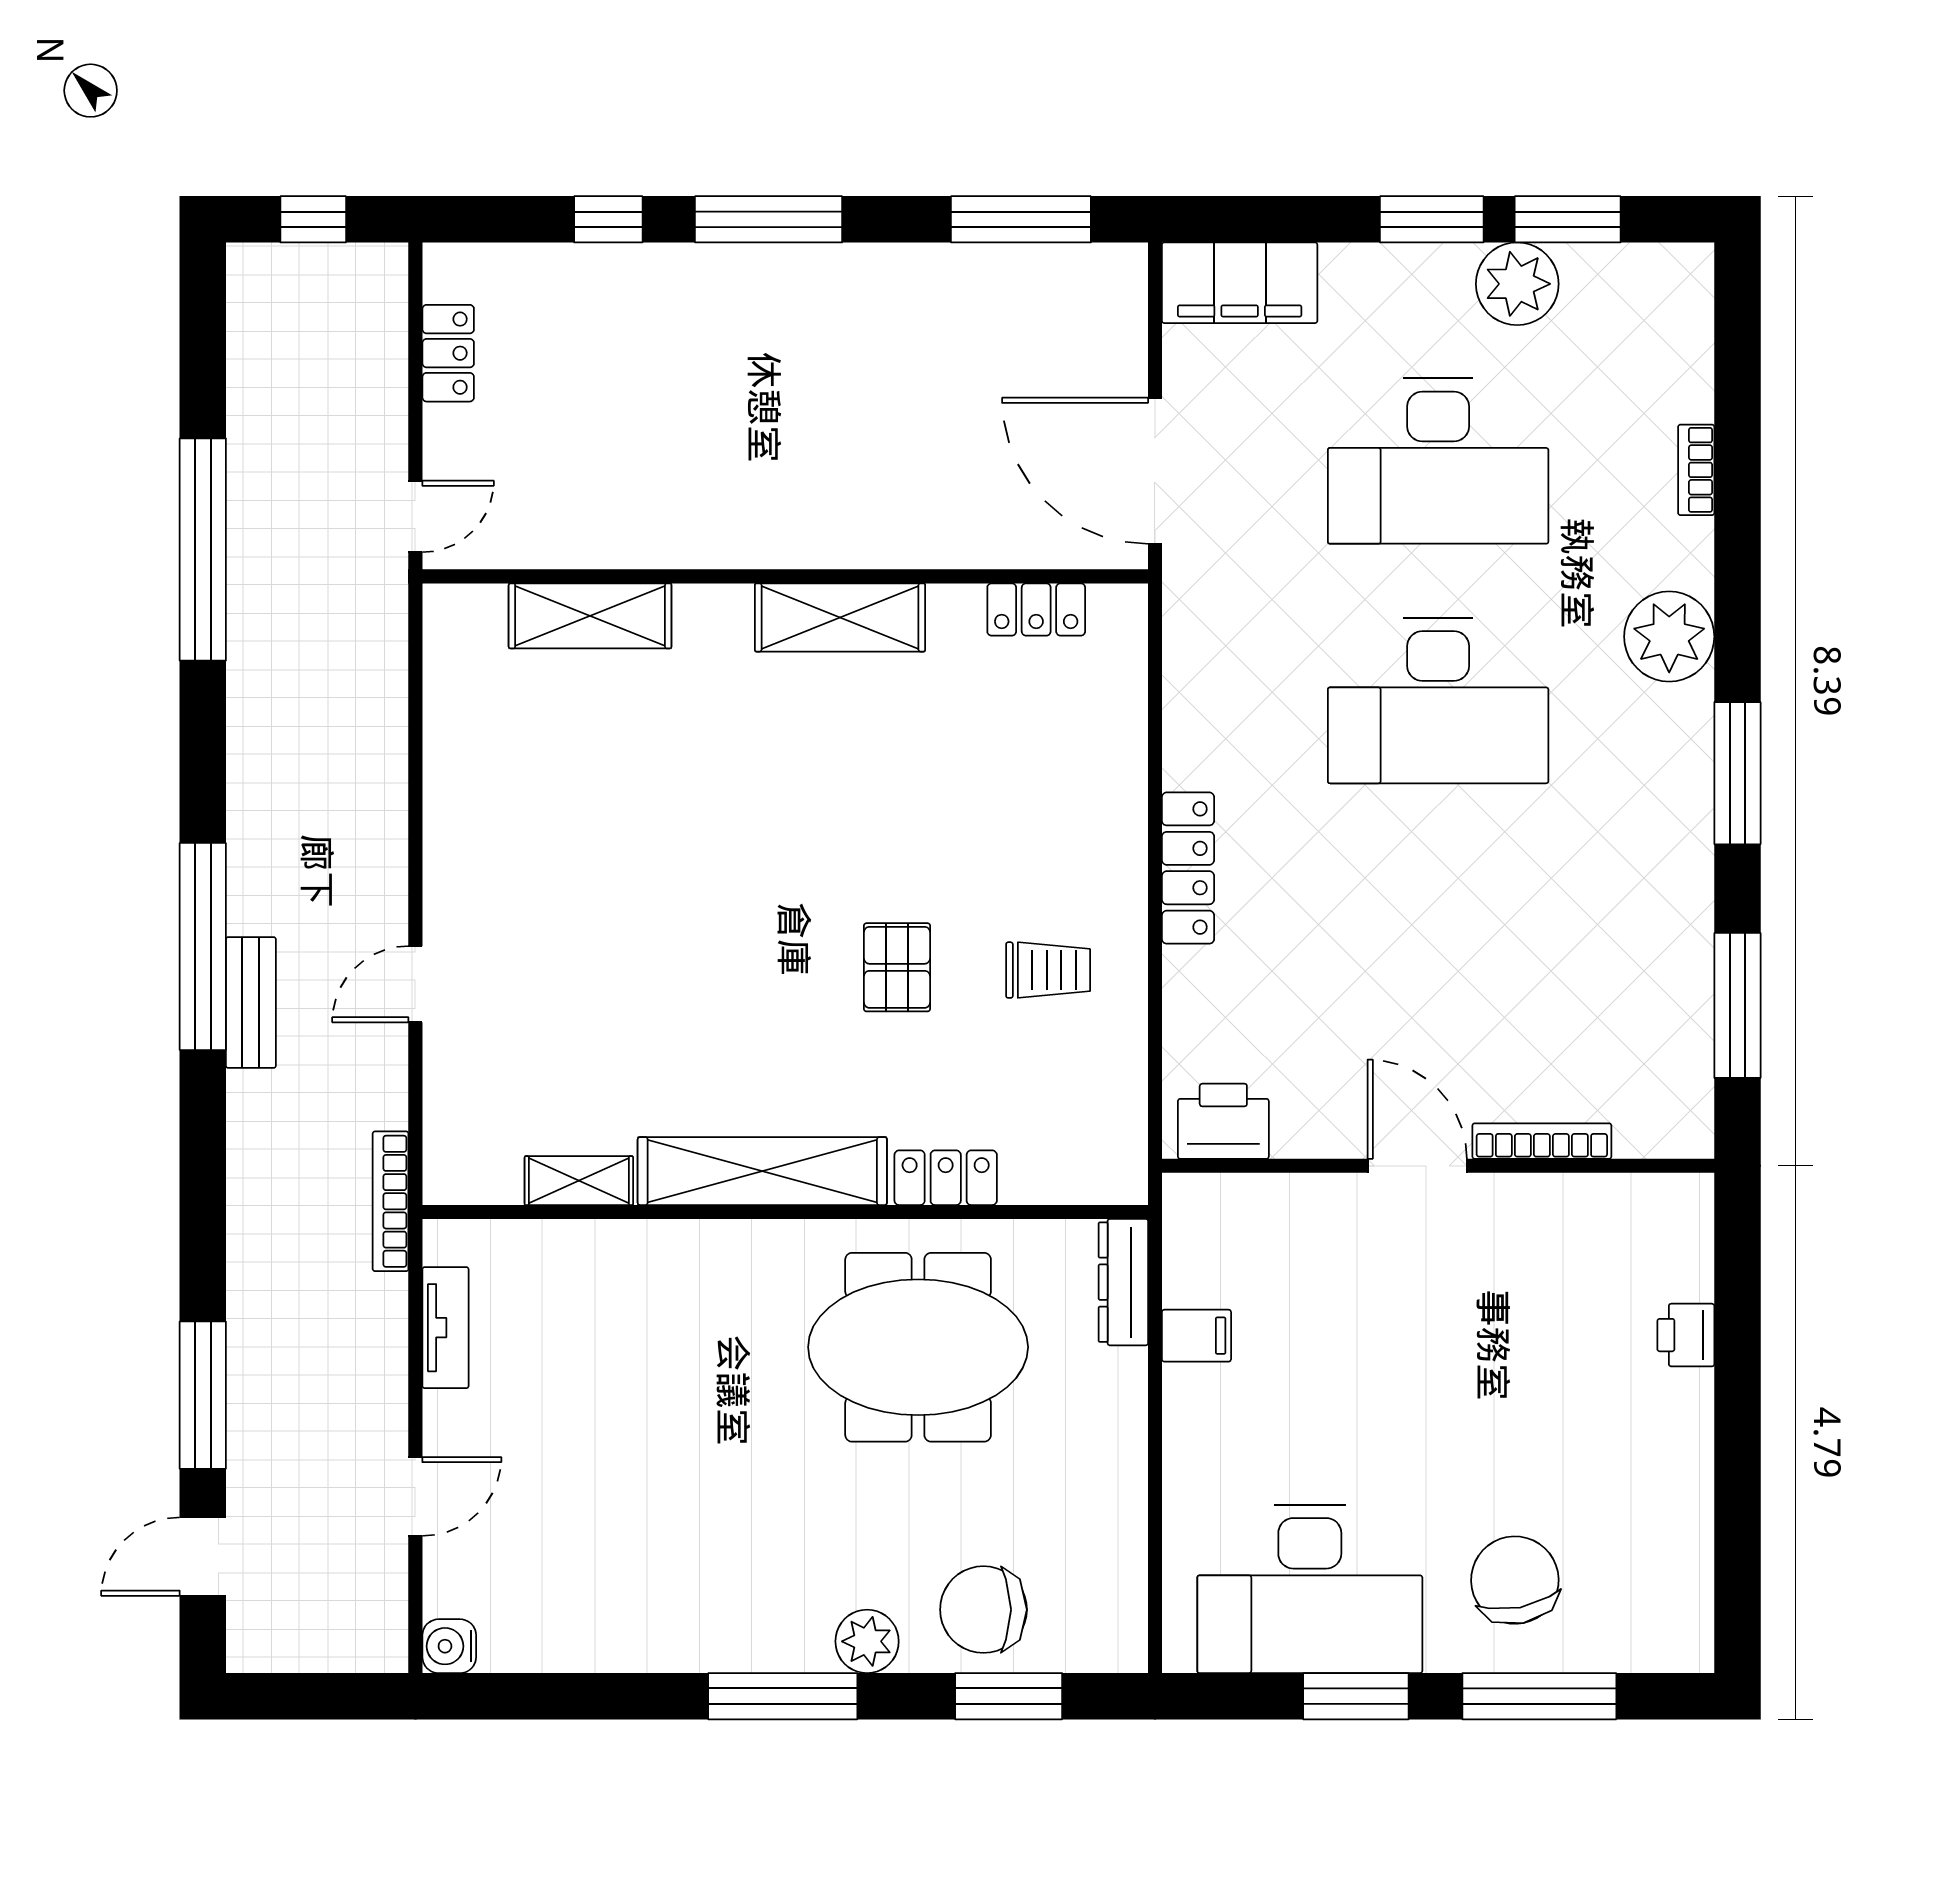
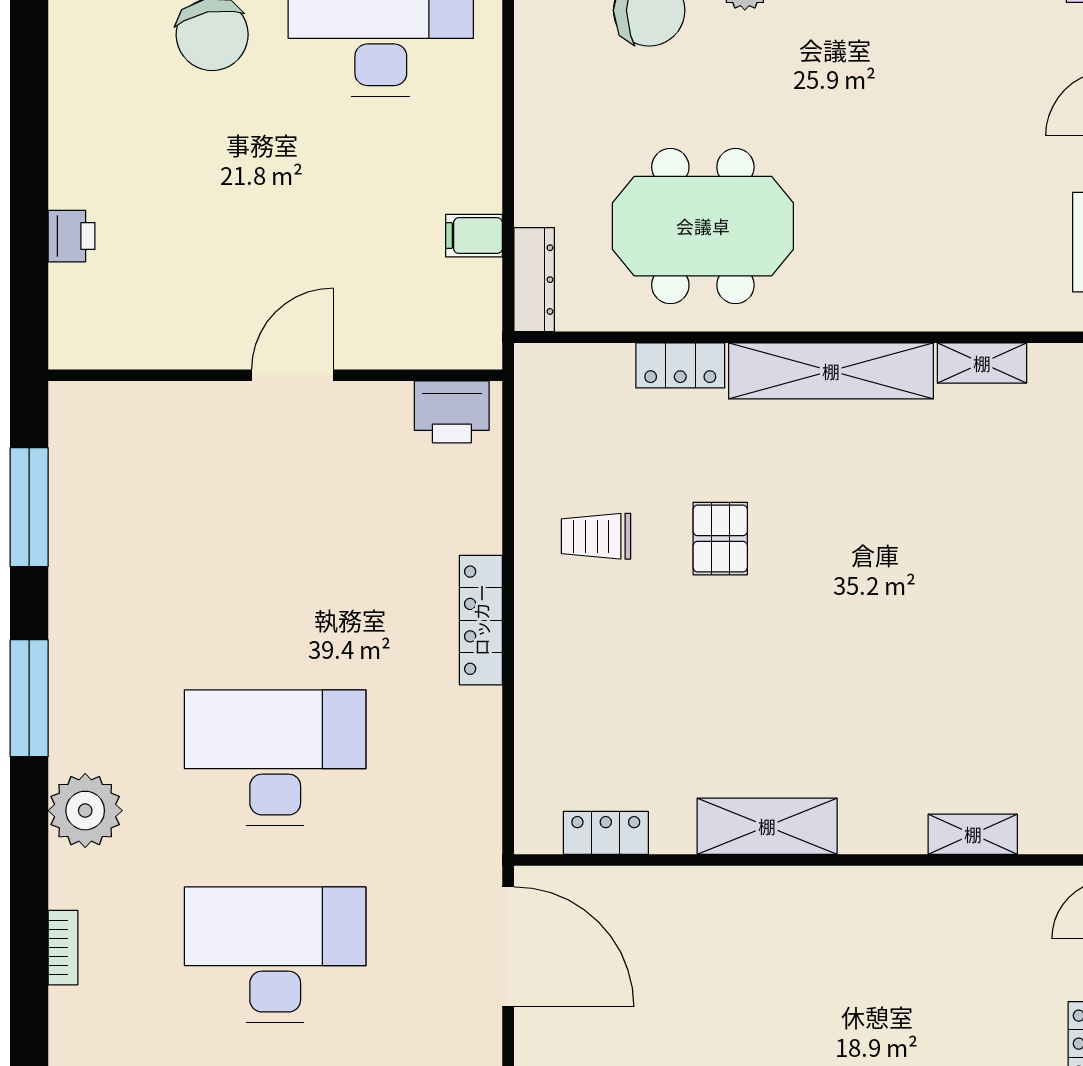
shelving: (590, 616) -> (973, 834), width x0.67, depth x0.75
bookcase: (1542, 1141) -> (190, 396), removed
door: (1417, 1166) -> (292, 375), swing flipped

